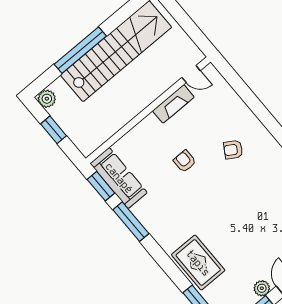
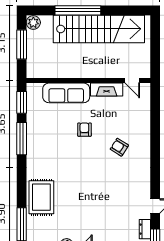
window: (53, 130) -> (22, 45), width x1.44
sofa: (119, 178) -> (66, 93), moved, turned 90

